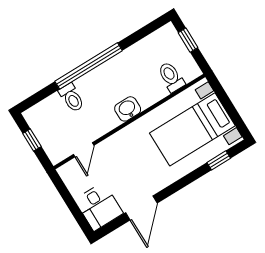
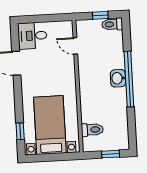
toilet: (72, 98) -> (112, 24), moved
washbasin: (128, 109) -> (118, 78), moved, turned 180

